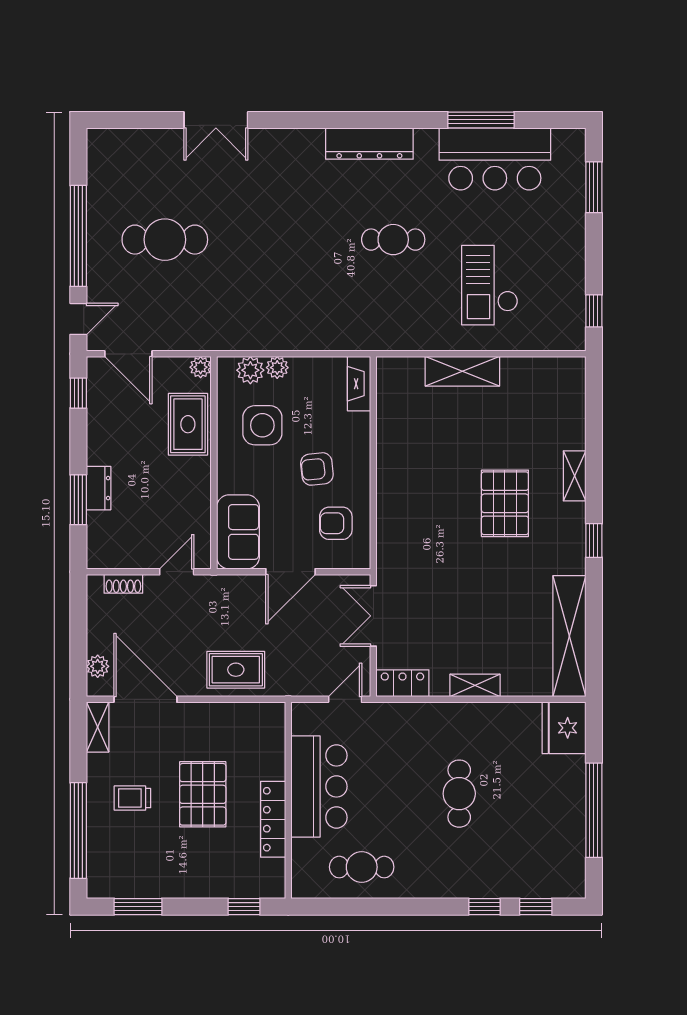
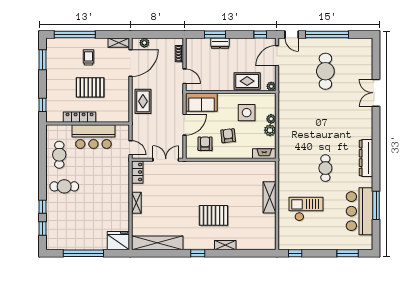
plant: (250, 370) -> (270, 130), moved
door: (290, 572) -> (185, 125), swing flipped
cafe table: (459, 794) -> (64, 186), moved

